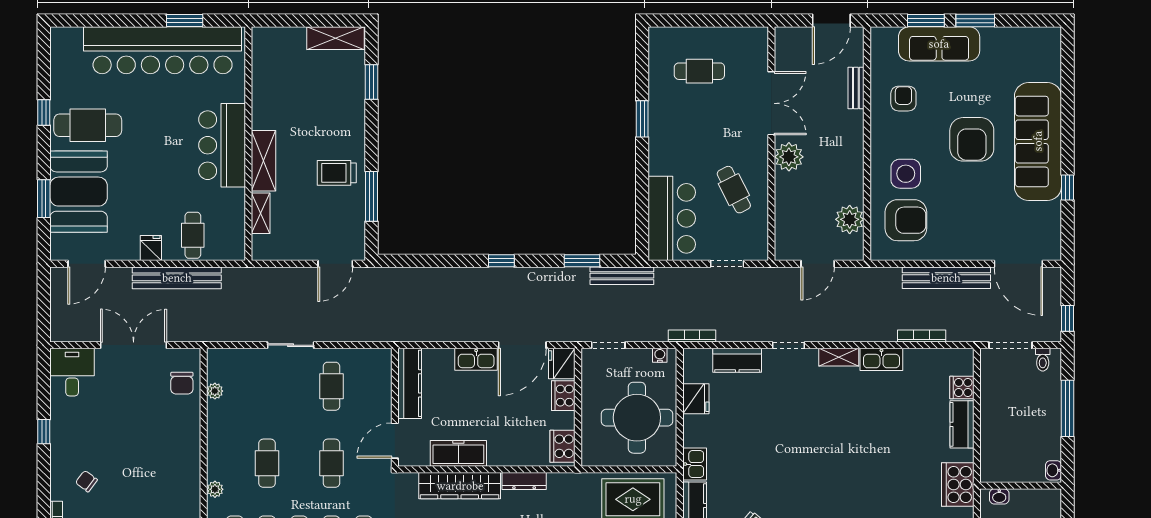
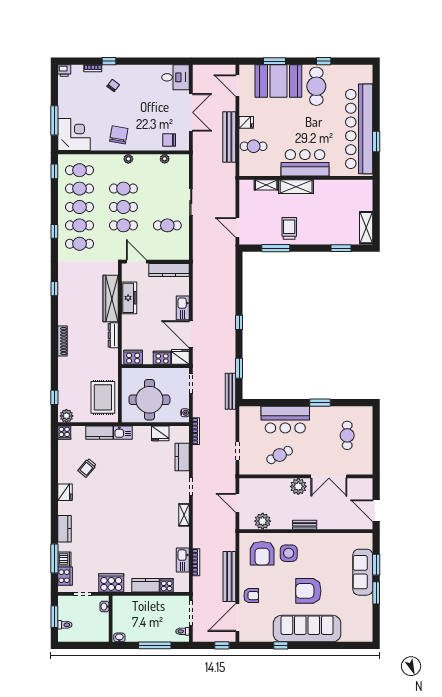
bench: (856, 88) -> (305, 525), moved
armchair: (903, 99) -> (251, 596), moved
bar counter: (672, 218) -> (285, 420), moved
window: (1067, 318) -> (222, 645), moved
kitchen sink: (881, 359) -> (183, 560), moved
window: (44, 432) -> (109, 61), moved
cafe table: (299, 463) -> (123, 207), added
chair: (173, 471) -> (119, 135), added
plant: (215, 489) -> (128, 159), moved

